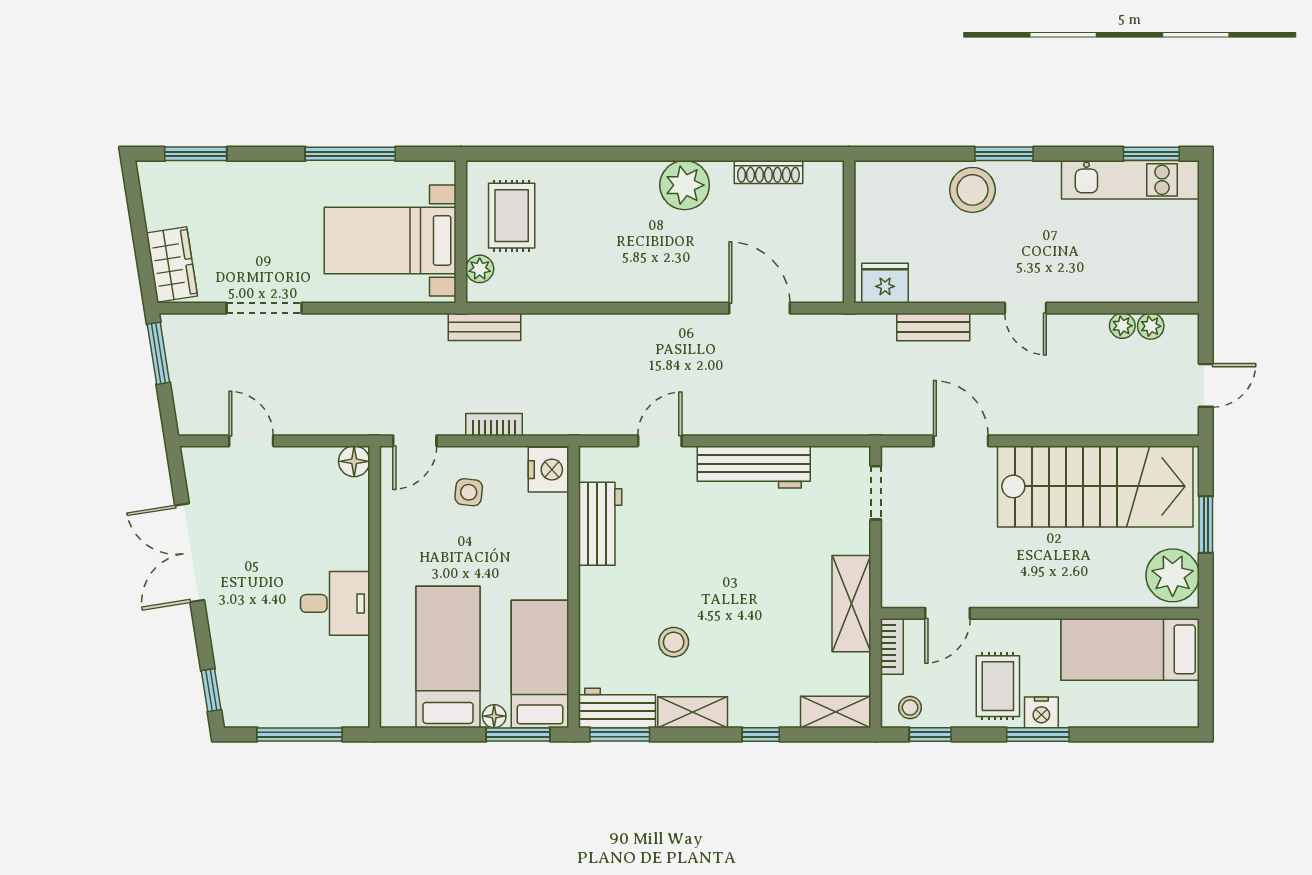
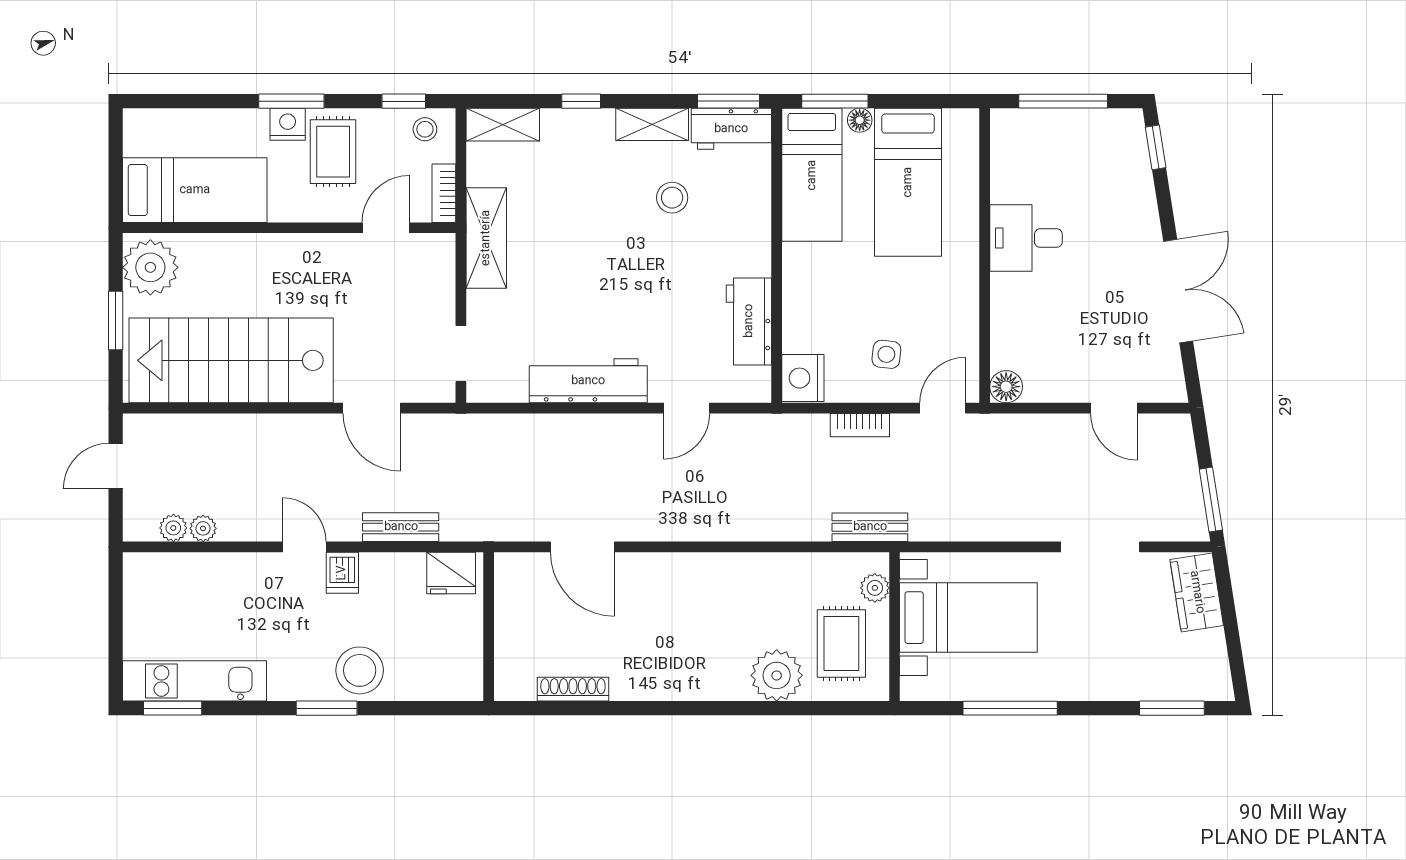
plant: (685, 185) -> (777, 675), moved
dishwasher: (989, 283) -> (342, 573), added

